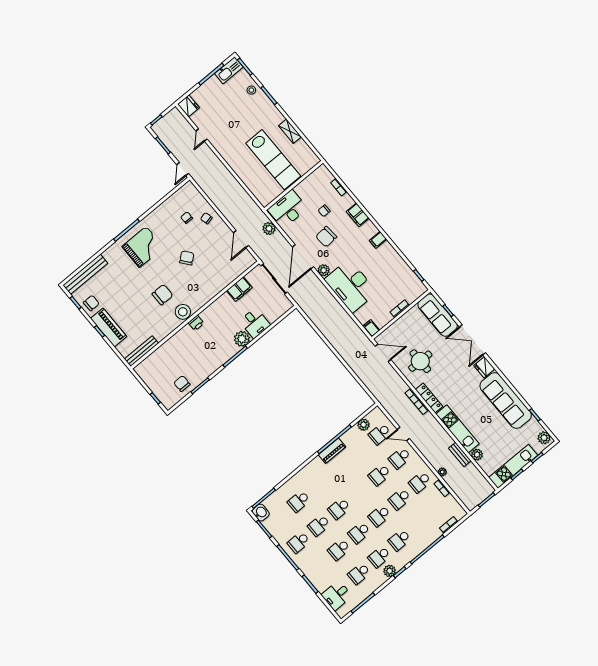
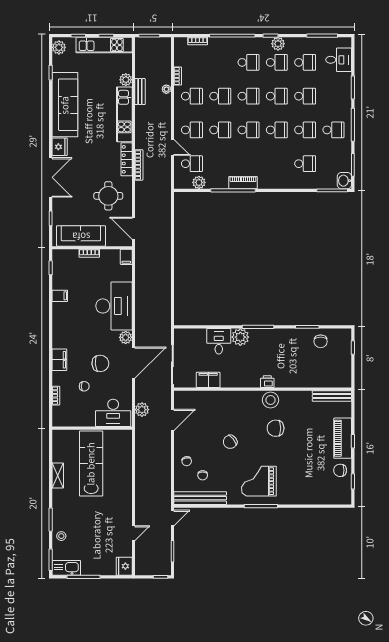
filing cabinet: (378, 240) -> (60, 296), moved
bench: (85, 274) -> (200, 498), moved
sofa: (438, 315) -> (81, 236), moved, turned -90
school desk: (359, 492) -> (249, 130), added

